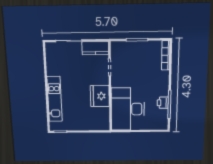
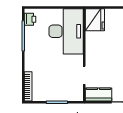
fridge: (100, 96) -> (95, 20), moved
printer: (163, 103) -> (30, 19), moved

